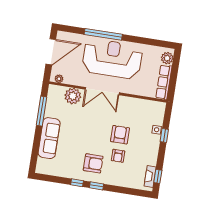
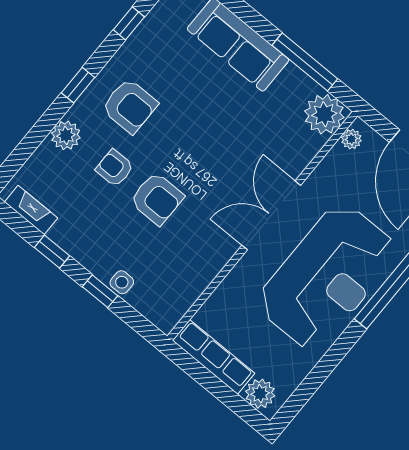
plant: (73, 96) -> (324, 114), moved
armchair: (93, 163) -> (130, 106), turned -90
window: (158, 176) -> (52, 252), moved
plant: (117, 180) -> (66, 135), added
window: (77, 183) -> (129, 23), moved

